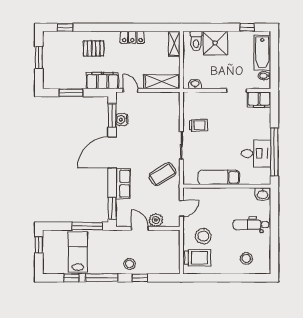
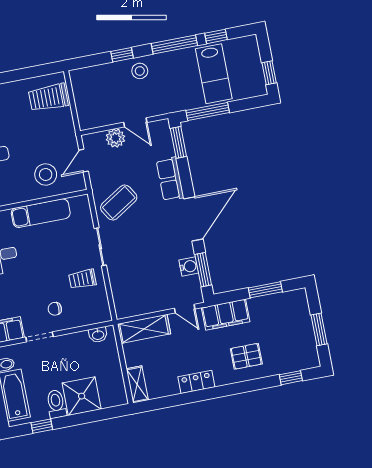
toilet: (196, 41) -> (56, 404), moved
chair: (222, 108) -> (55, 309), added
stool: (203, 236) -> (46, 175), moved

